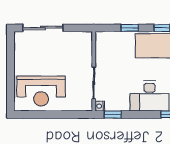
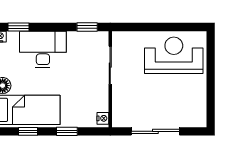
sliding door: (43, 28) -> (155, 131), moved
nightstand: (100, 106) -> (103, 118), moved

